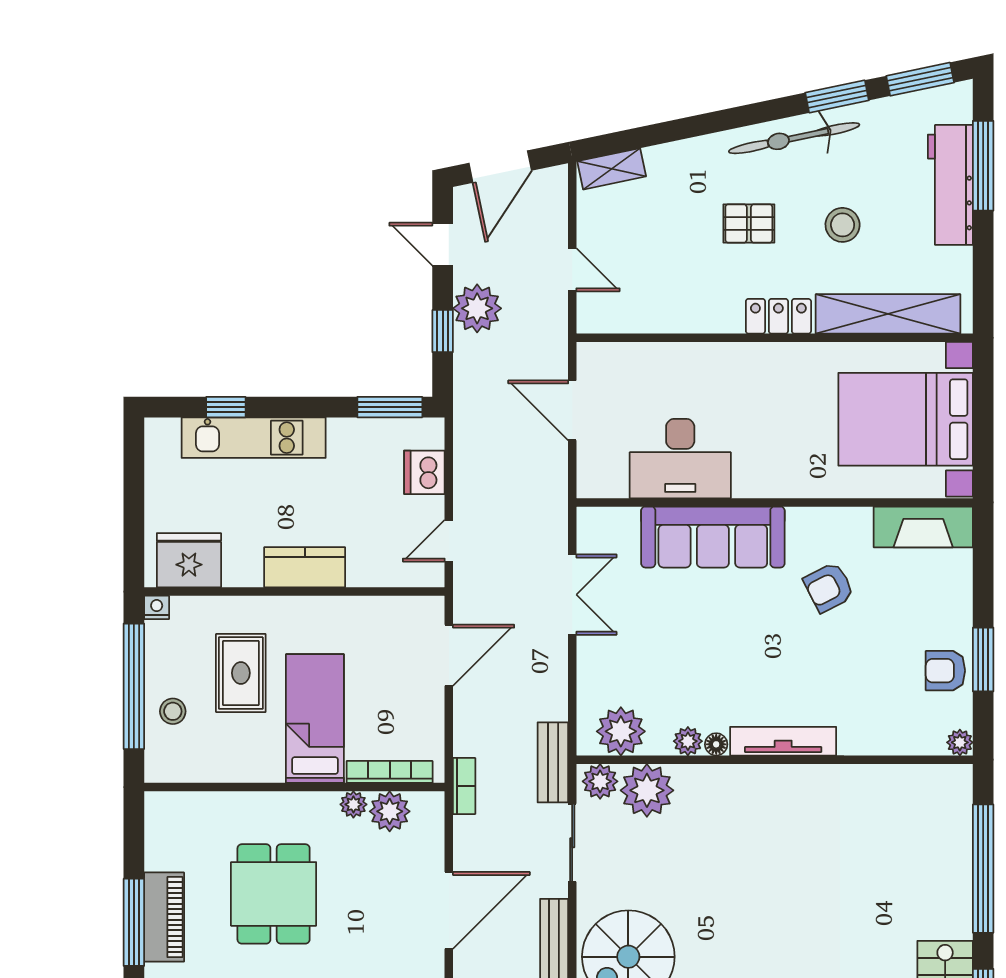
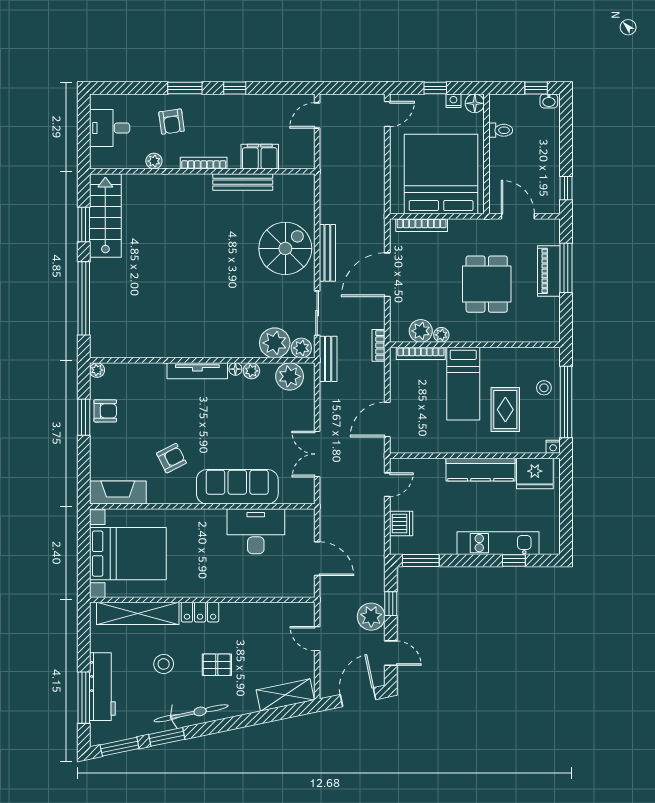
shelving: (612, 169) -> (285, 695), width x1.50, depth x1.33
kitchen counter: (305, 567) -> (481, 470), width x1.50

